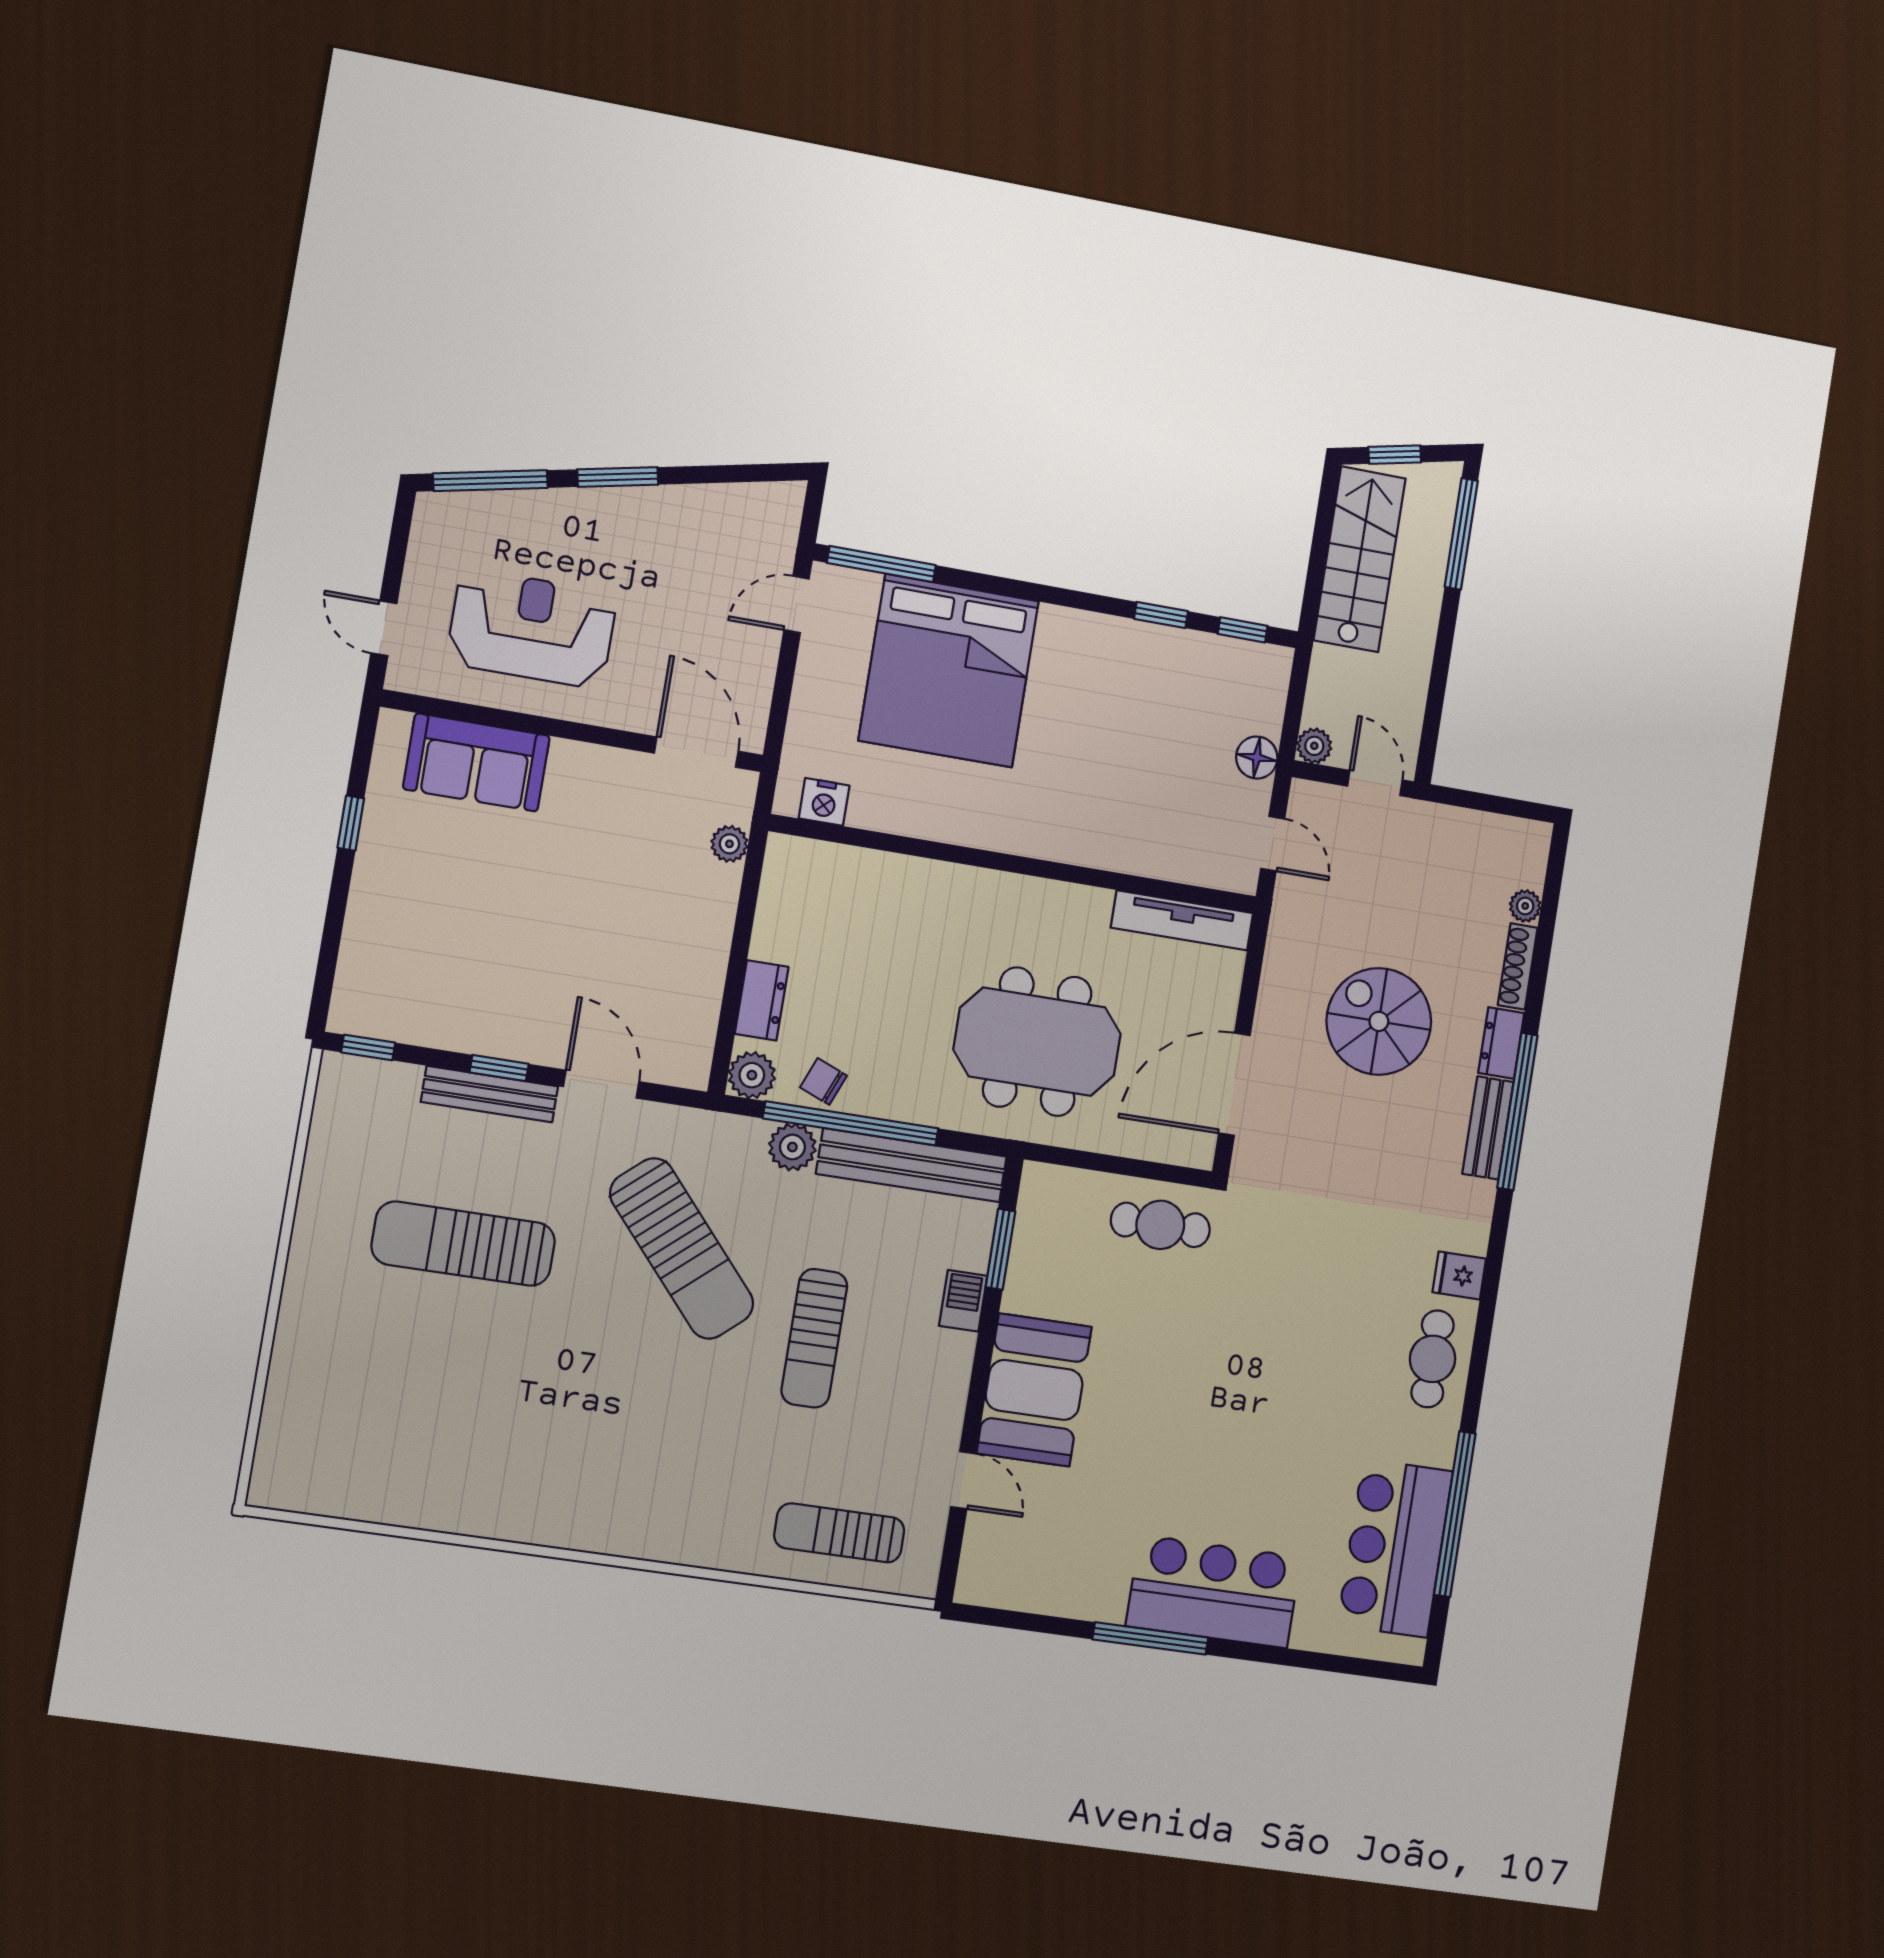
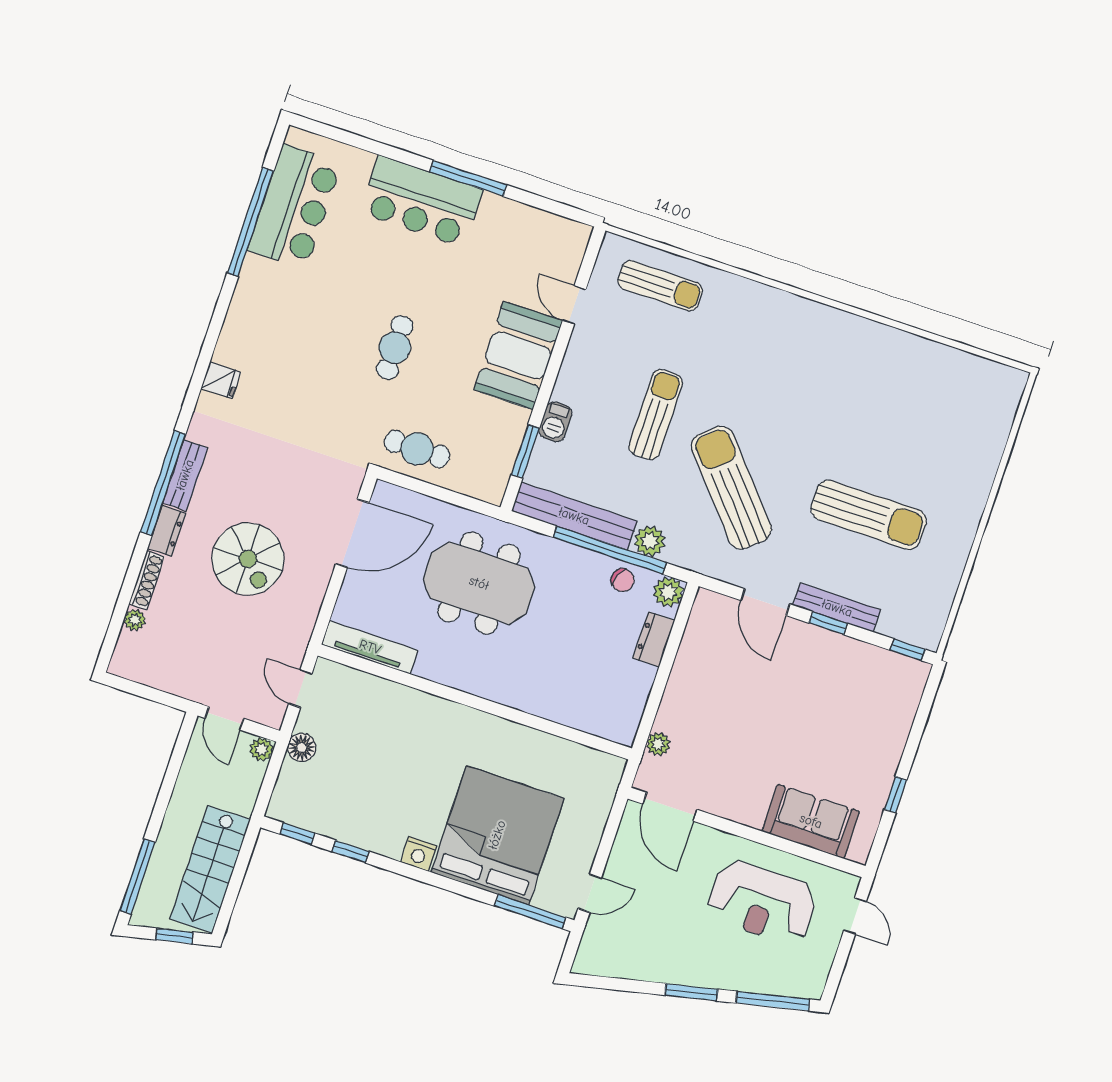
nightstand: (824, 802) -> (419, 854), moved, turned 180
cafe table: (1433, 1359) -> (395, 348), moved

